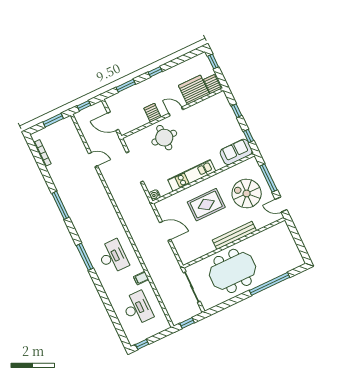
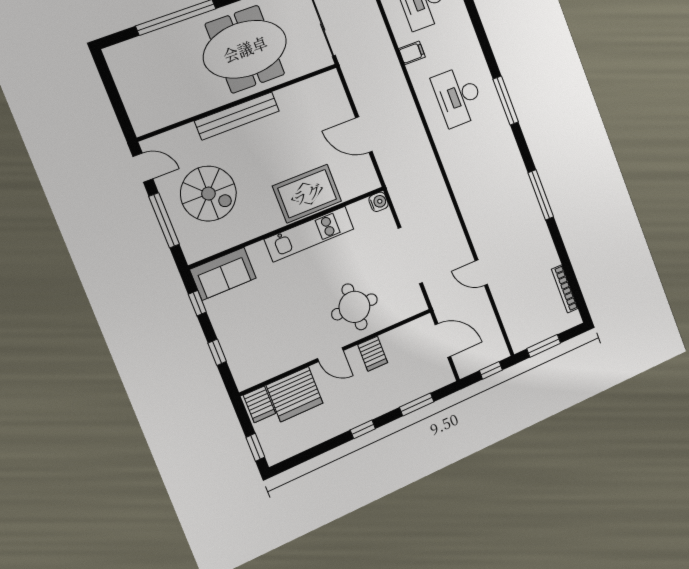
rug: (206, 205) -> (307, 194), moved

